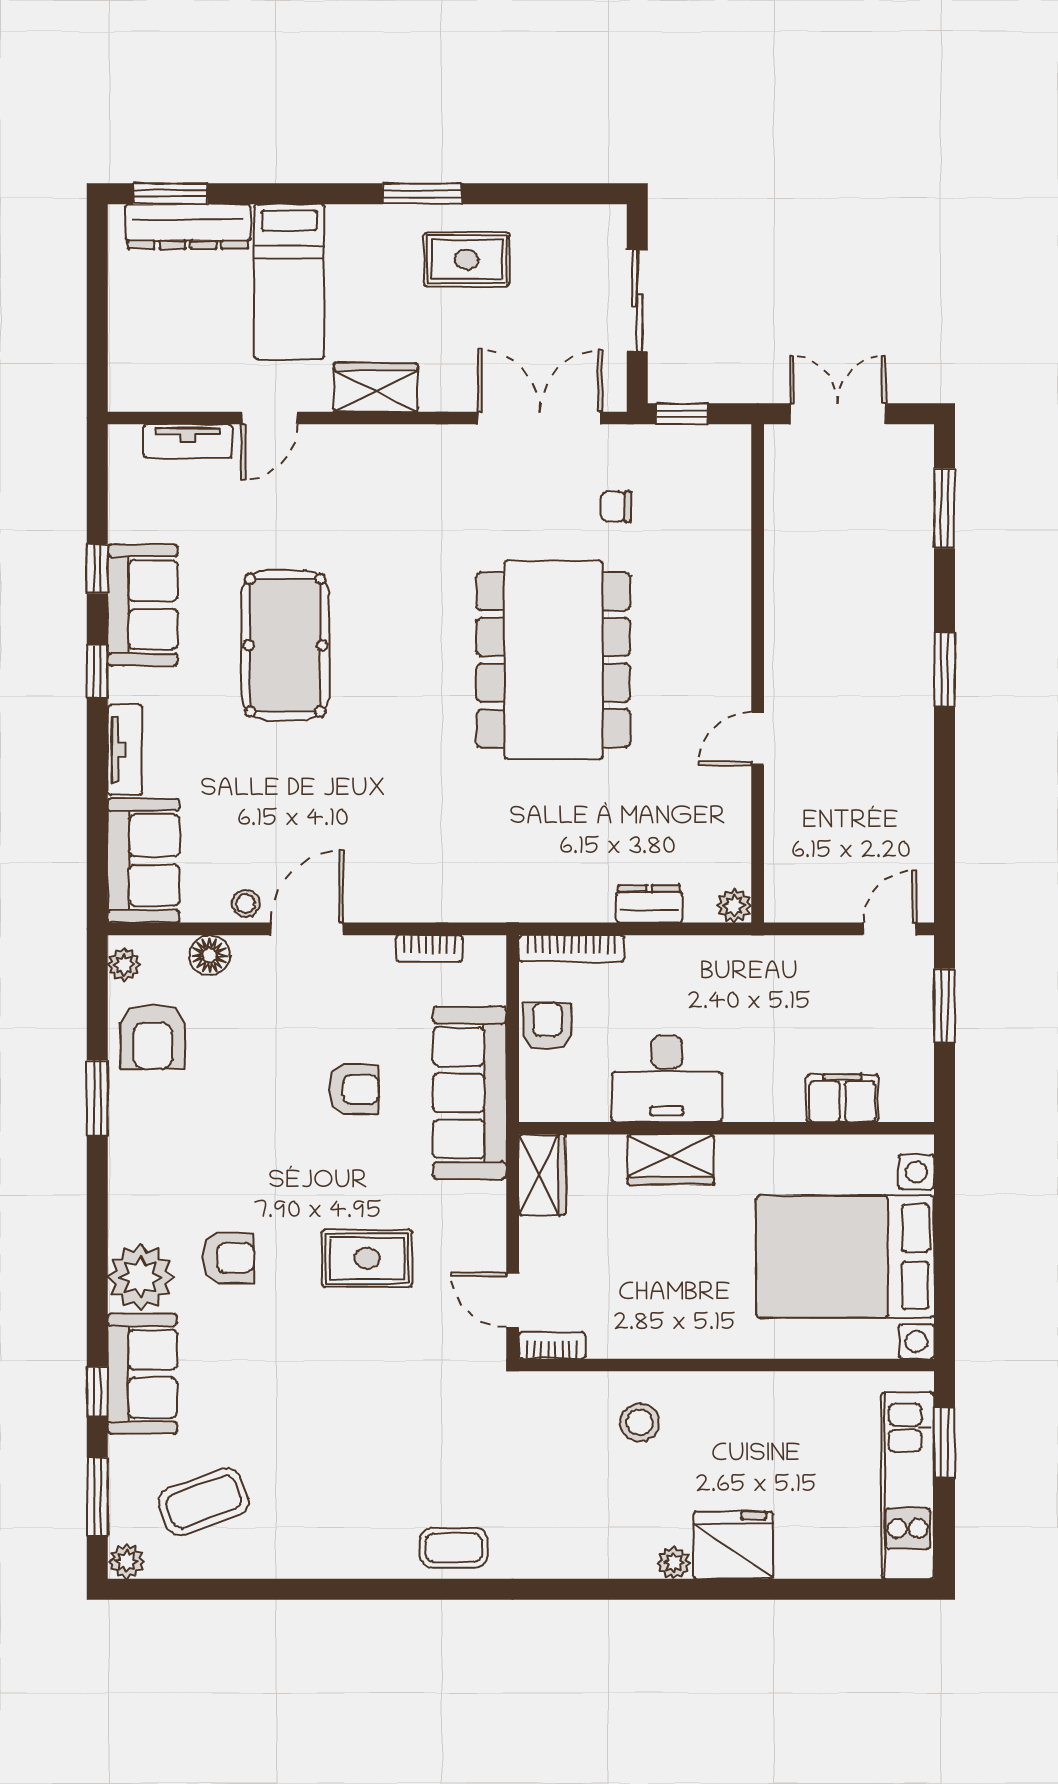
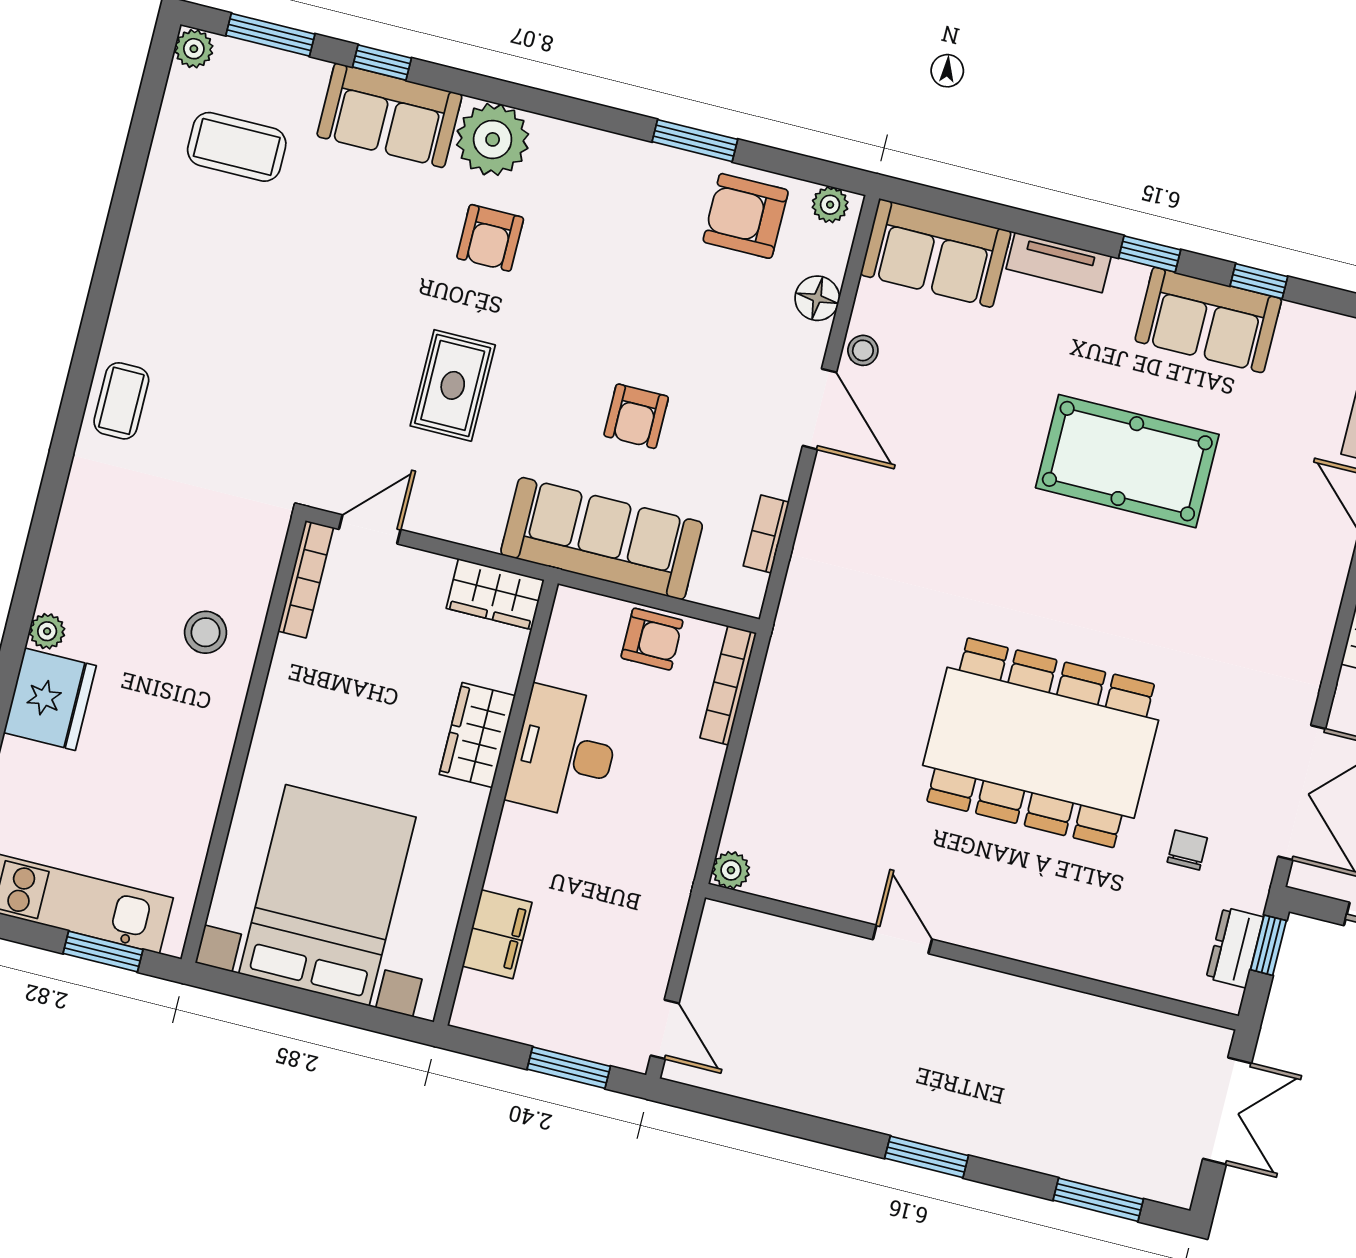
dresser: (649, 904) -> (1235, 947), moved, turned 180
bookcase: (552, 1345) -> (306, 579), width x1.56
coffee table: (204, 1502) -> (237, 147), turned -70

